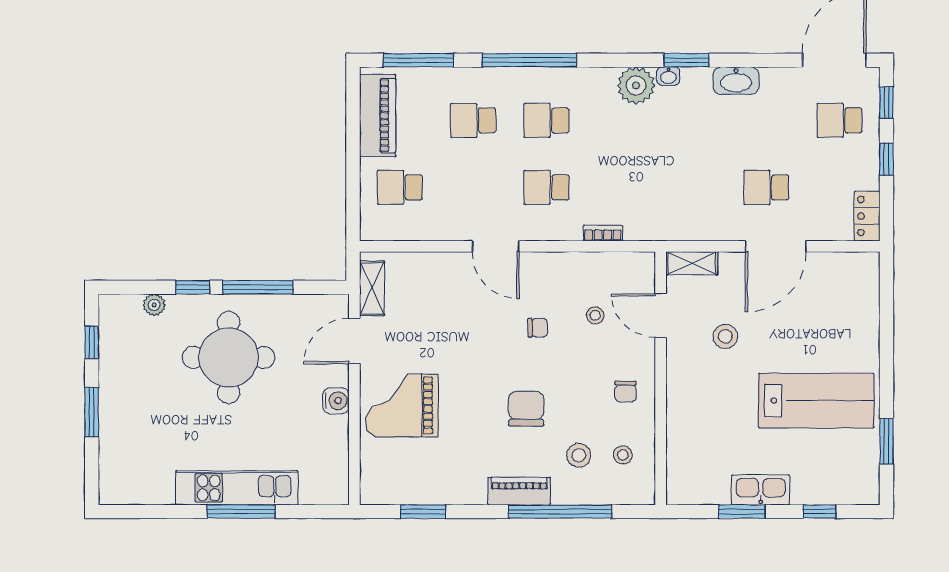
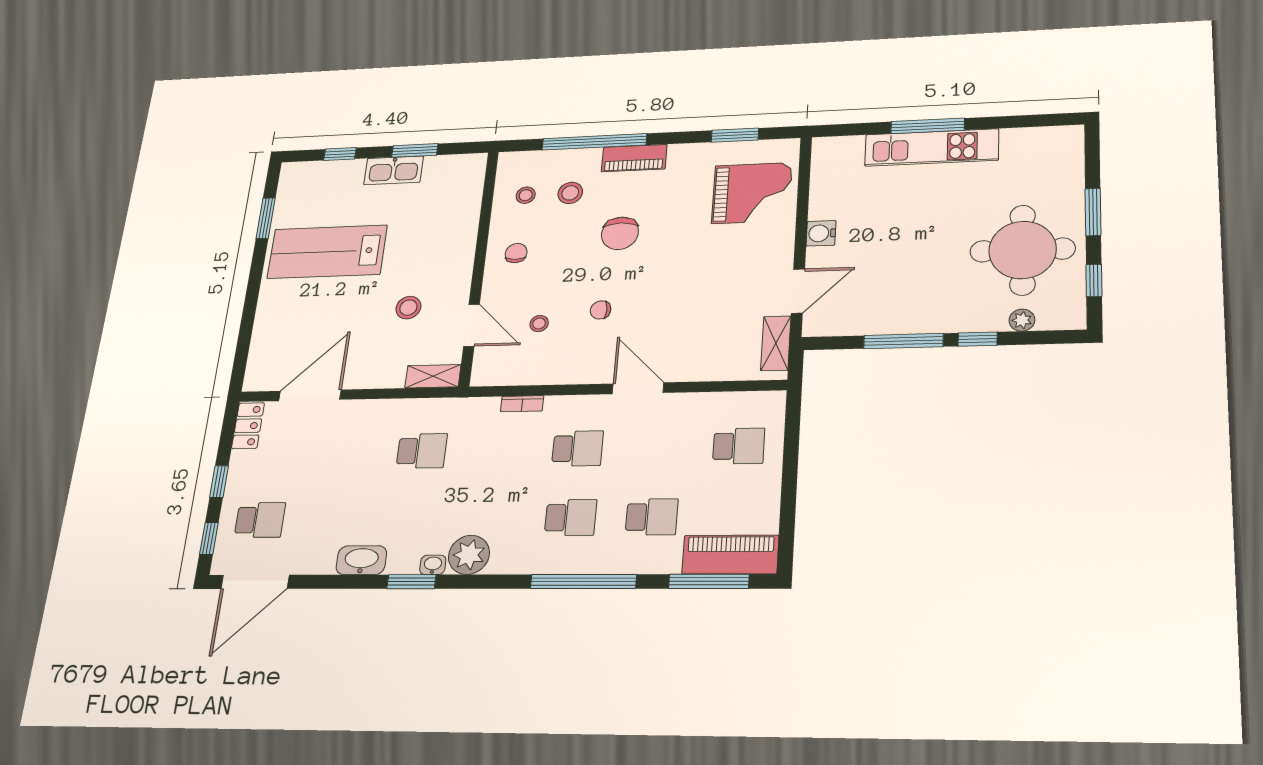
piano: (378, 116) -> (730, 555), moved, turned 90
school desk: (766, 187) -> (422, 451), moved
door: (776, 246) -> (310, 395), moved
round table: (229, 357) -> (1023, 250), moved
grand piano: (402, 405) -> (752, 193), moved

